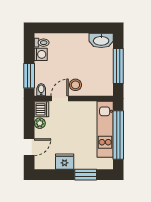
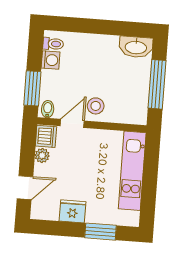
window: (118, 135) -> (150, 180), removed

